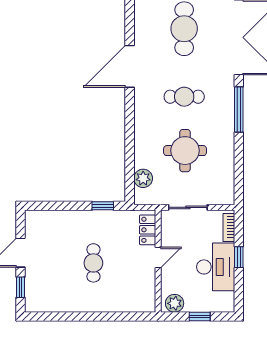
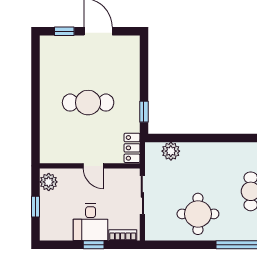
round table: (185, 151) -> (198, 214), moved
locker: (148, 230) -> (132, 148), moved, turned -90
cafe table: (93, 263) -> (88, 103), width x1.37, depth x1.35
desk: (216, 267) -> (91, 222), width x0.73

